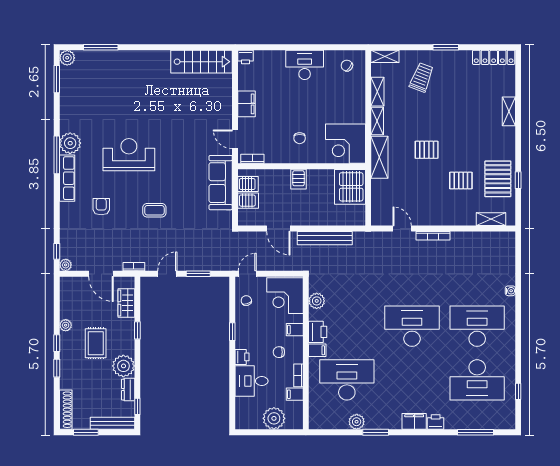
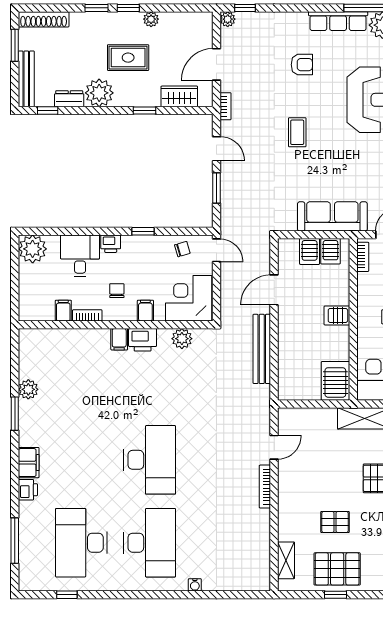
pallet: (461, 181) -> (335, 522), turned 90
server rack: (350, 187) -> (335, 381), width x0.62
desk: (347, 380) -> (81, 377), removed
plant: (274, 418) -> (33, 249), moved

